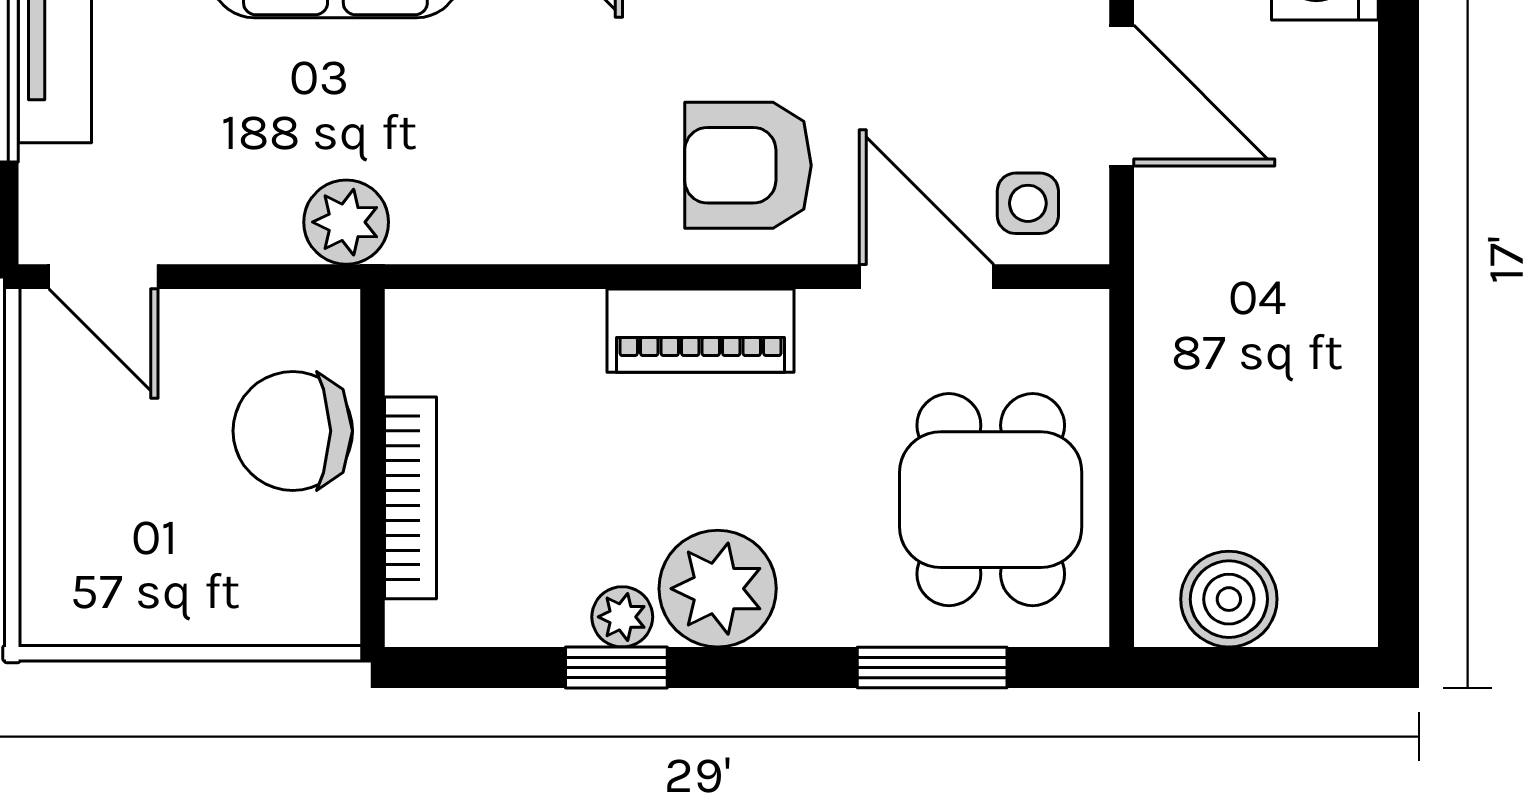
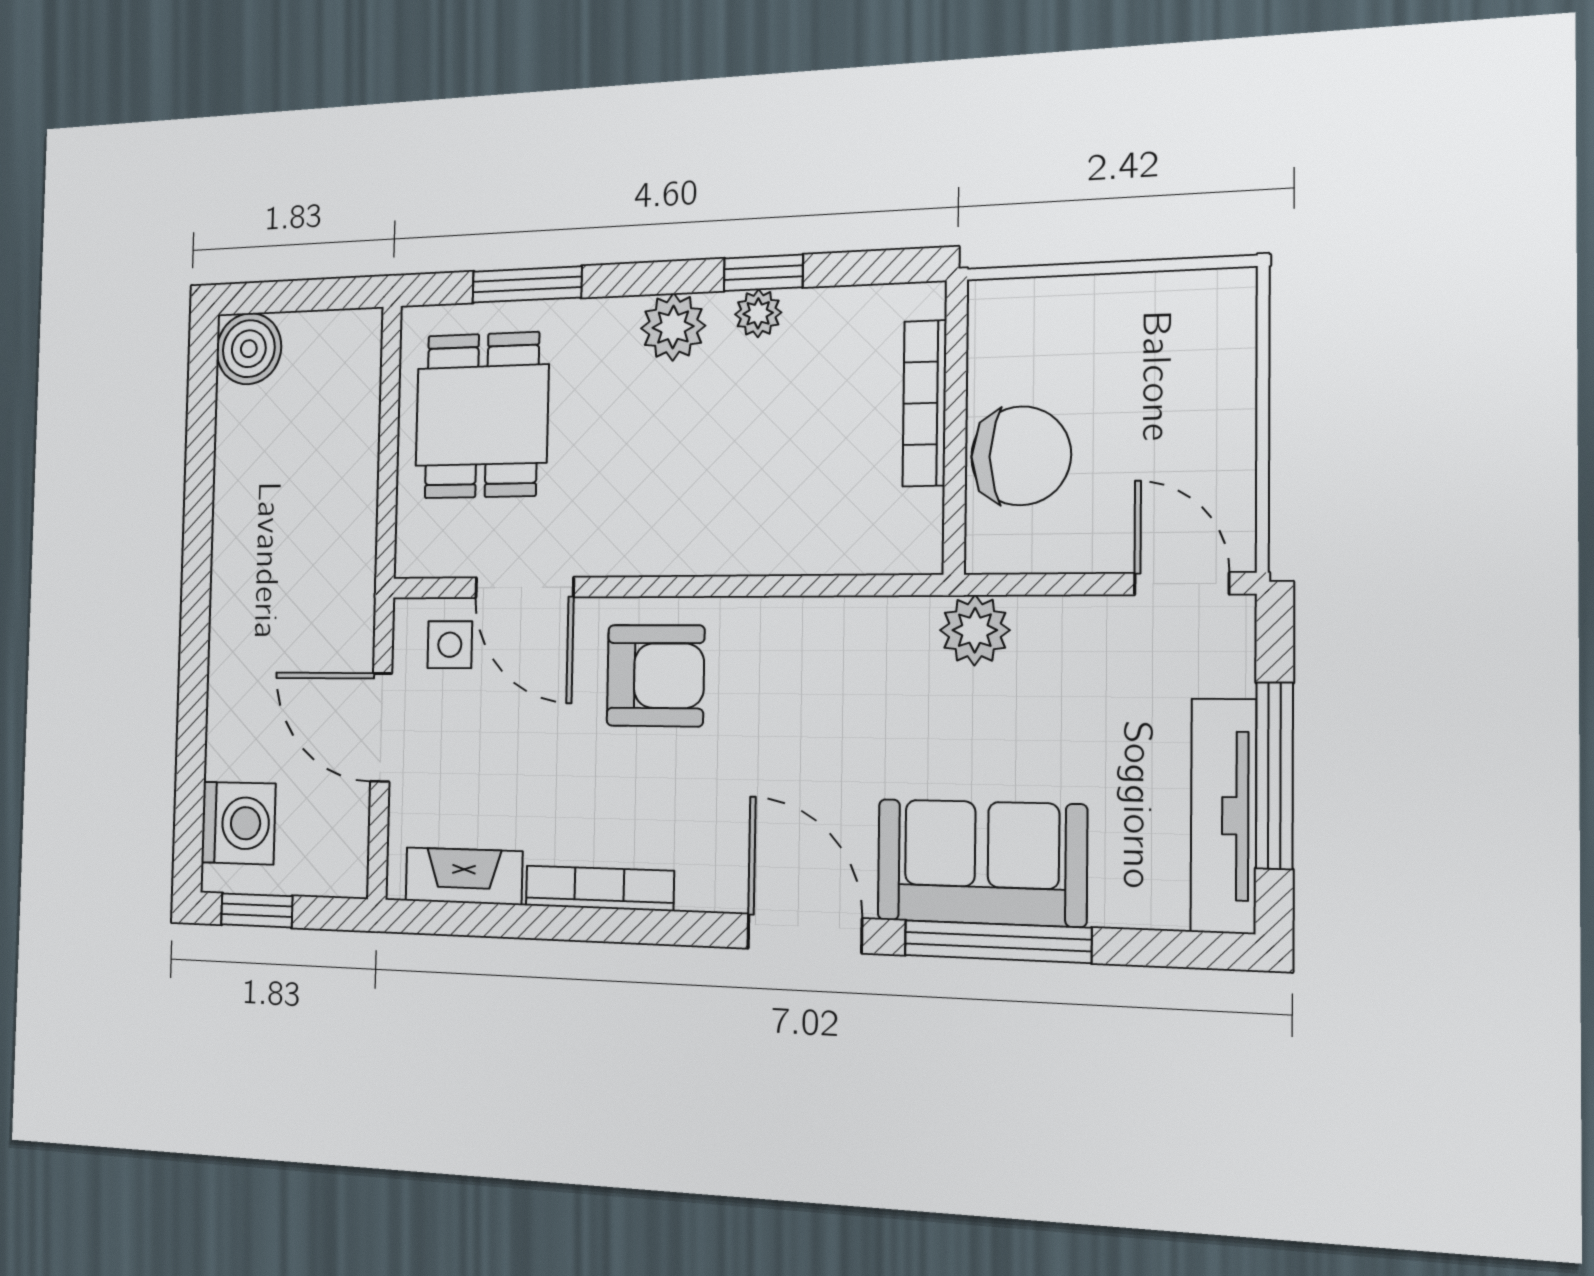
piano: (701, 331) -> (694, 543), removed
plant: (718, 589) -> (673, 327), width x0.73, depth x0.73
boiler: (1229, 599) -> (249, 349), moved

